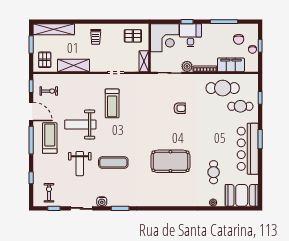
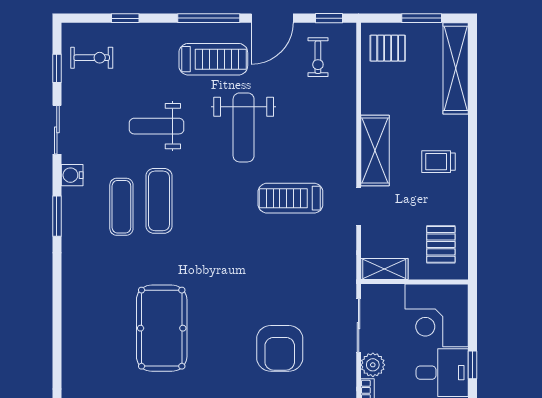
shelving: (73, 65) -> (375, 151), moved
armchair: (180, 108) -> (280, 348), width x1.88, depth x1.88
weight bench: (80, 124) -> (244, 127), turned 180
exercise mat: (116, 179) -> (121, 207), added

